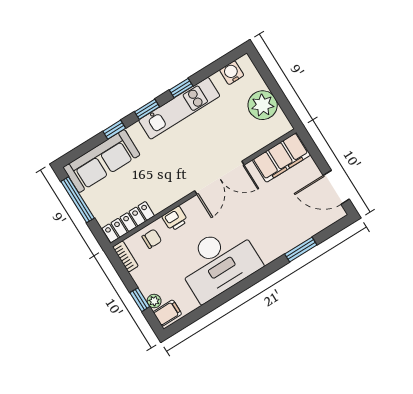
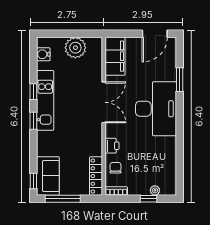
window: (114, 130) -> (33, 181), moved
sofa: (102, 161) -> (48, 176), width x0.73
desk: (219, 262) -> (156, 109), moved
filing cabinet: (167, 313) -> (167, 187), removed

